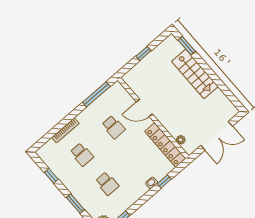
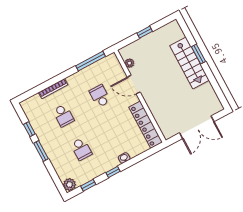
window: (187, 46) -> (199, 54), moved
school desk: (113, 127) -> (100, 96), turned 180
plant: (181, 140) -> (129, 63), moved
window: (164, 181) -> (113, 172), moved
window: (75, 204) -> (41, 151), moved

